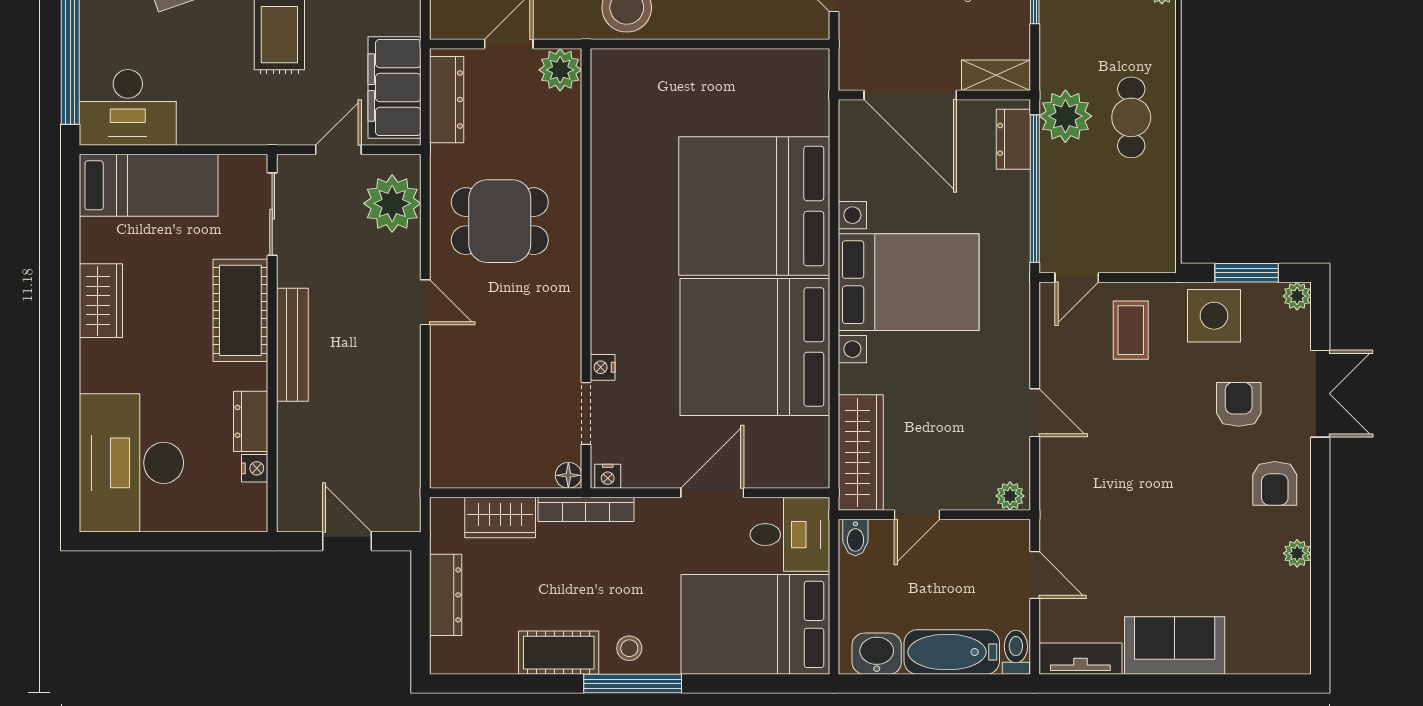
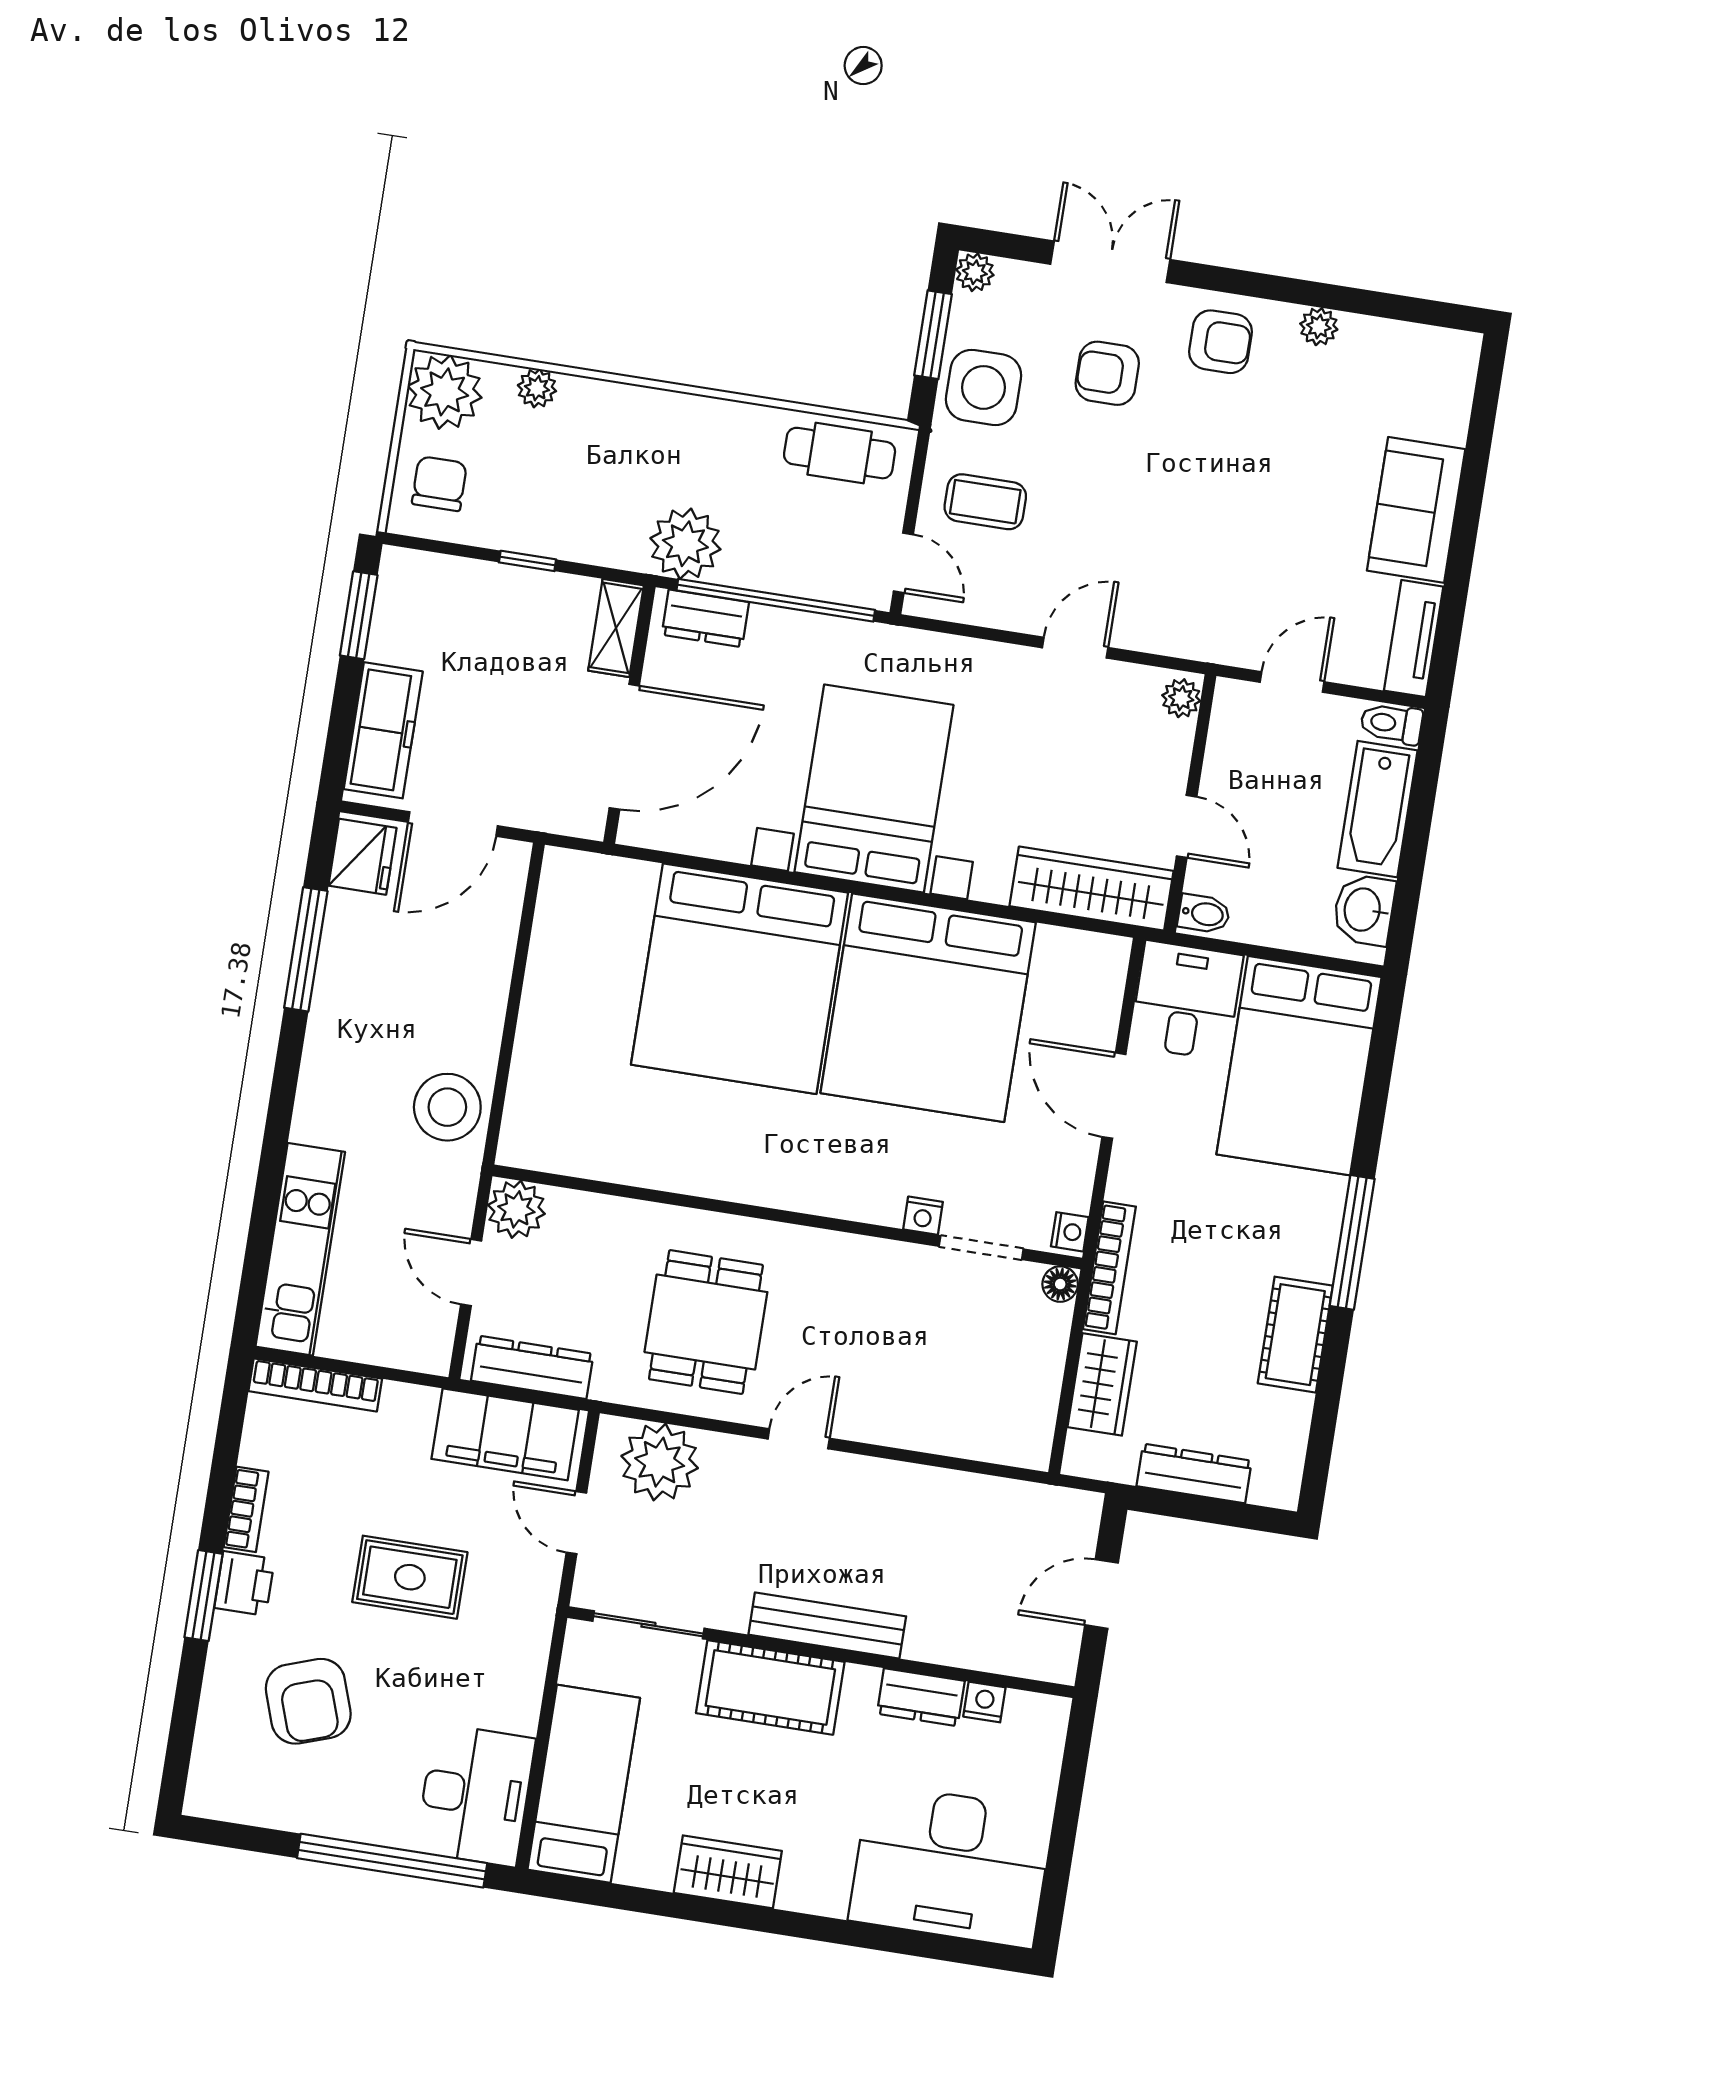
cafe table: (1131, 117) -> (840, 453), moved
stool: (629, 648) -> (1304, 1239), removed

